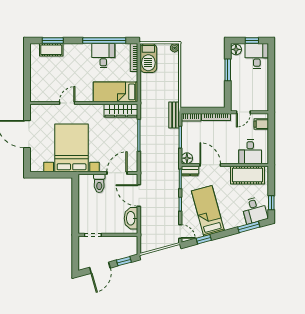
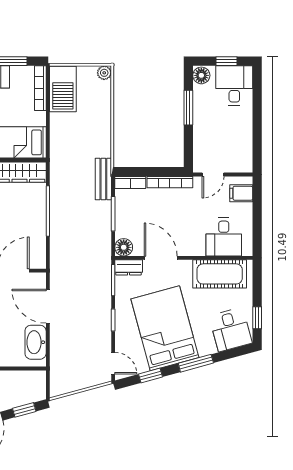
bed: (208, 211) -> (165, 328), width x1.50
window: (249, 227) -> (196, 363), moved

